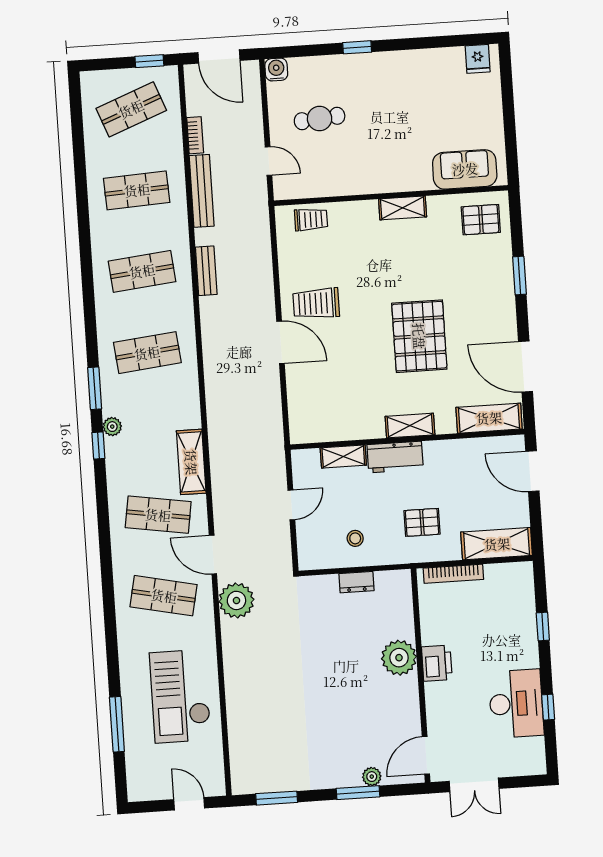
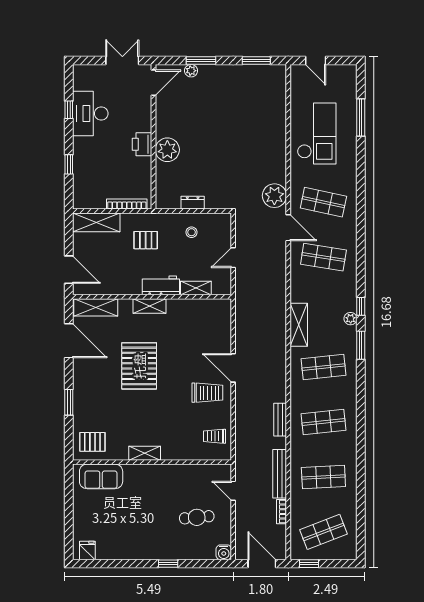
trolley: (311, 220) -> (215, 436), moved
shelving: (191, 462) -> (299, 325), moved

